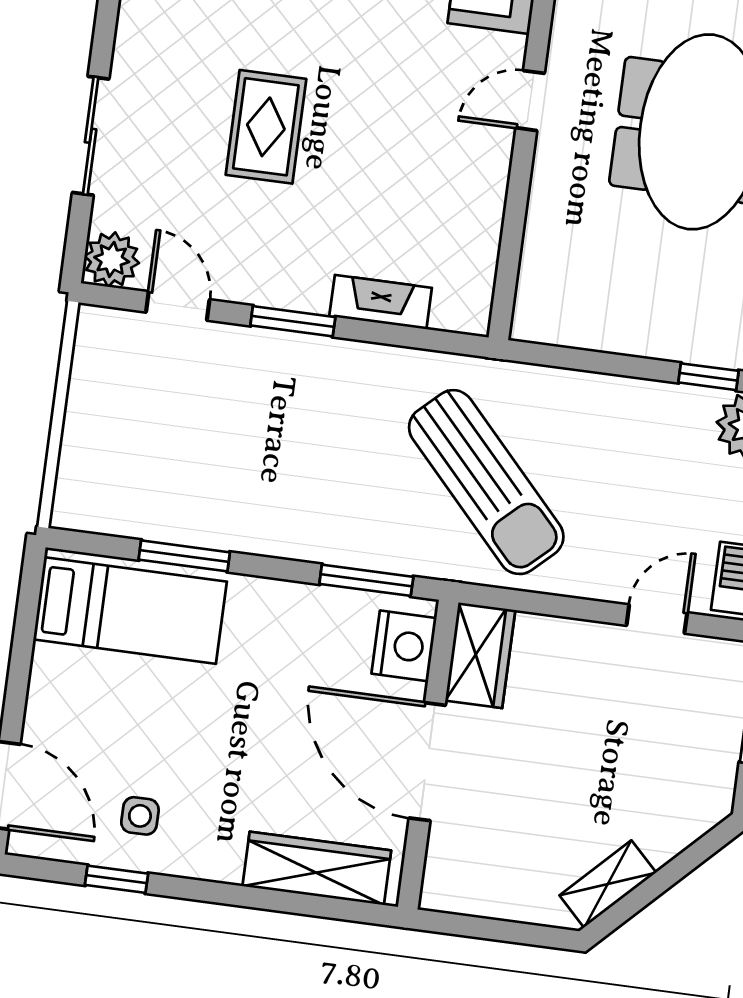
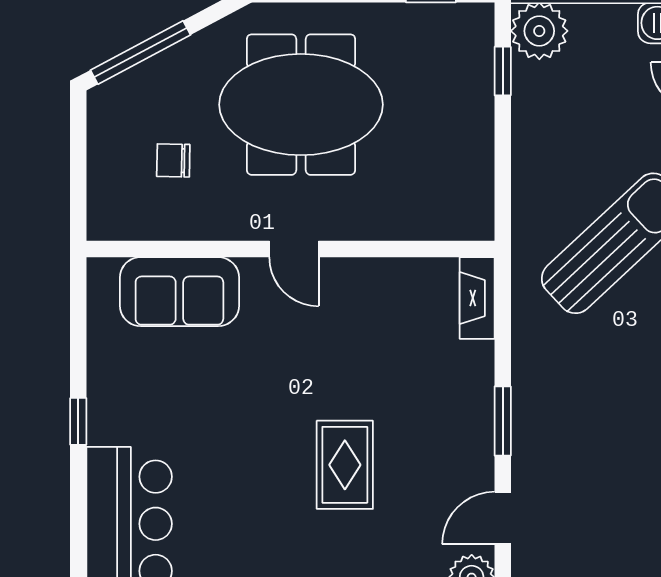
rug: (266, 127) -> (345, 465), turned 90
fireplace: (381, 302) -> (477, 298), moved

